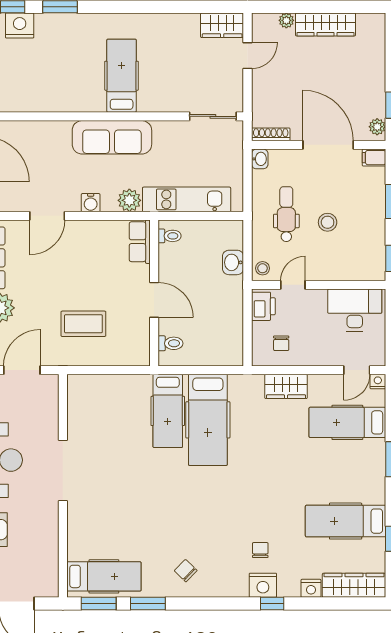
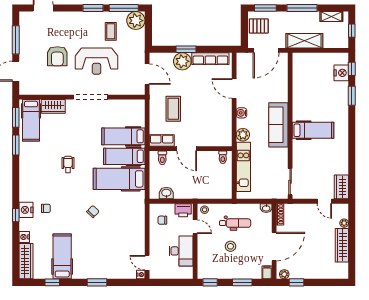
row of seats: (140, 242) -> (162, 140), moved
washbasin: (233, 262) -> (166, 193), moved
door: (154, 300) -> (187, 149), hinge flipped
desk: (355, 310) -> (181, 251), moved
wardrobe: (286, 386) -> (53, 106), moved, turned -90
hospital bed: (347, 422) -> (123, 136), moved, turned -90
wheelchair: (182, 511) -> (68, 164), added
chair: (186, 571) -> (93, 212), moved

